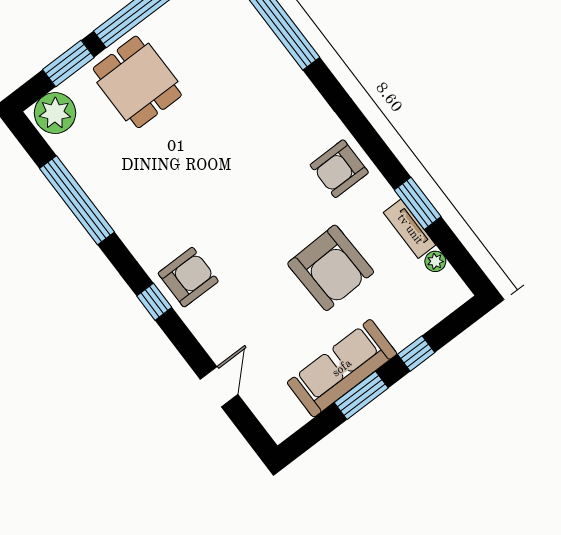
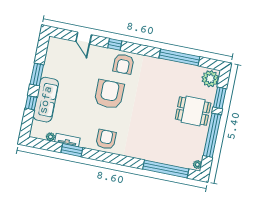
armchair: (331, 268) -> (109, 94), moved, turned 92
window: (154, 302) -> (115, 44), moved
sofa: (342, 368) -> (46, 100), moved

